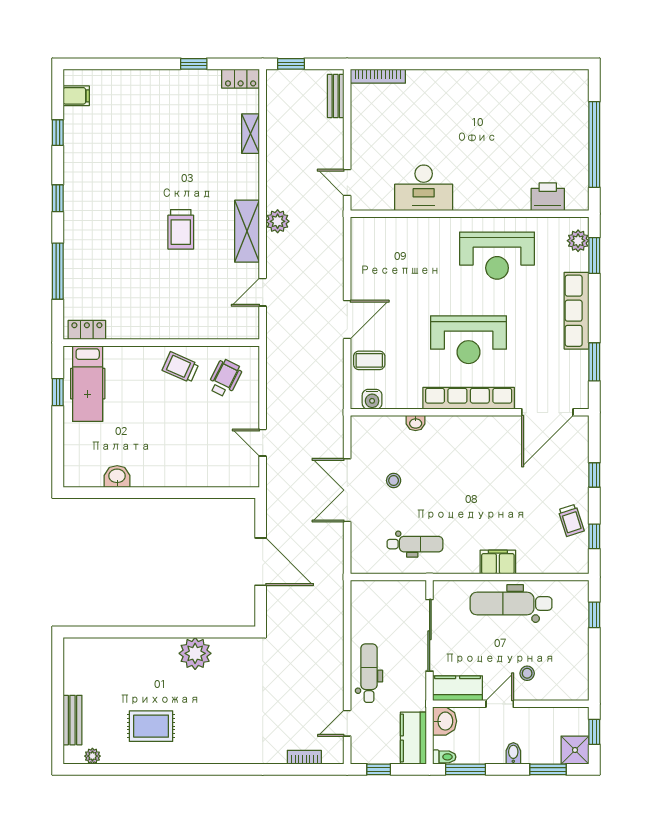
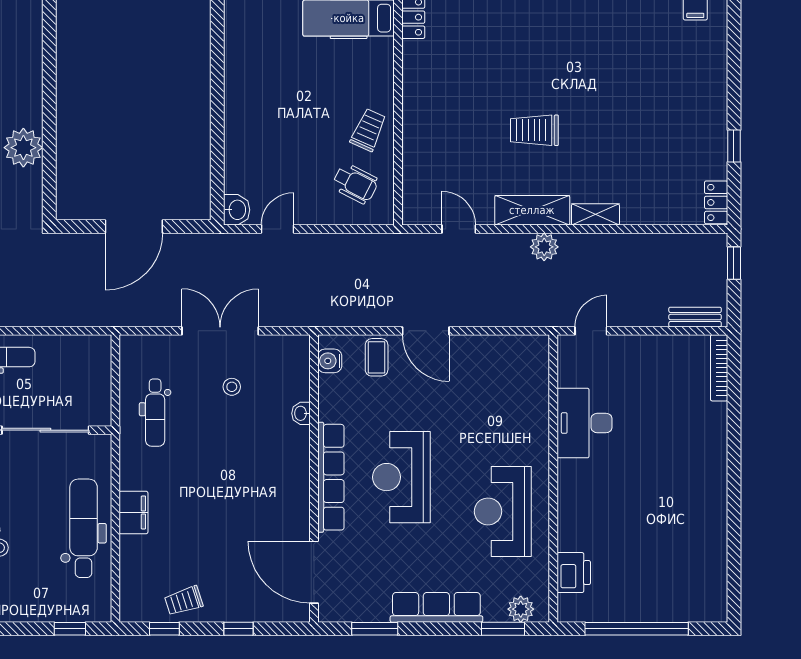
shelving: (251, 134) -> (595, 214), moved
washbasin: (117, 476) -> (237, 210), moved

